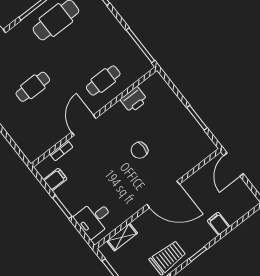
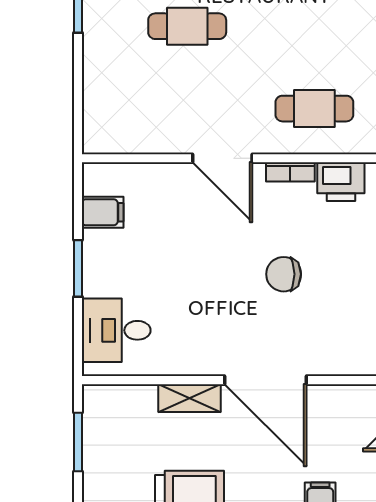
door: (84, 125) -> (222, 158), swing flipped
bookcase: (61, 151) -> (290, 172), moved
shelving: (122, 237) -> (189, 398), moved

